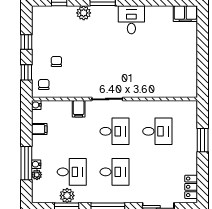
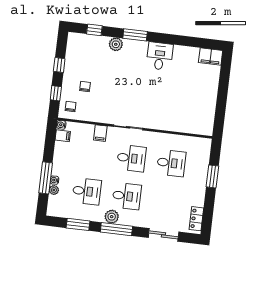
filing cabinet: (39, 129) -> (63, 136), moved
plant: (67, 196) -> (112, 217), moved

